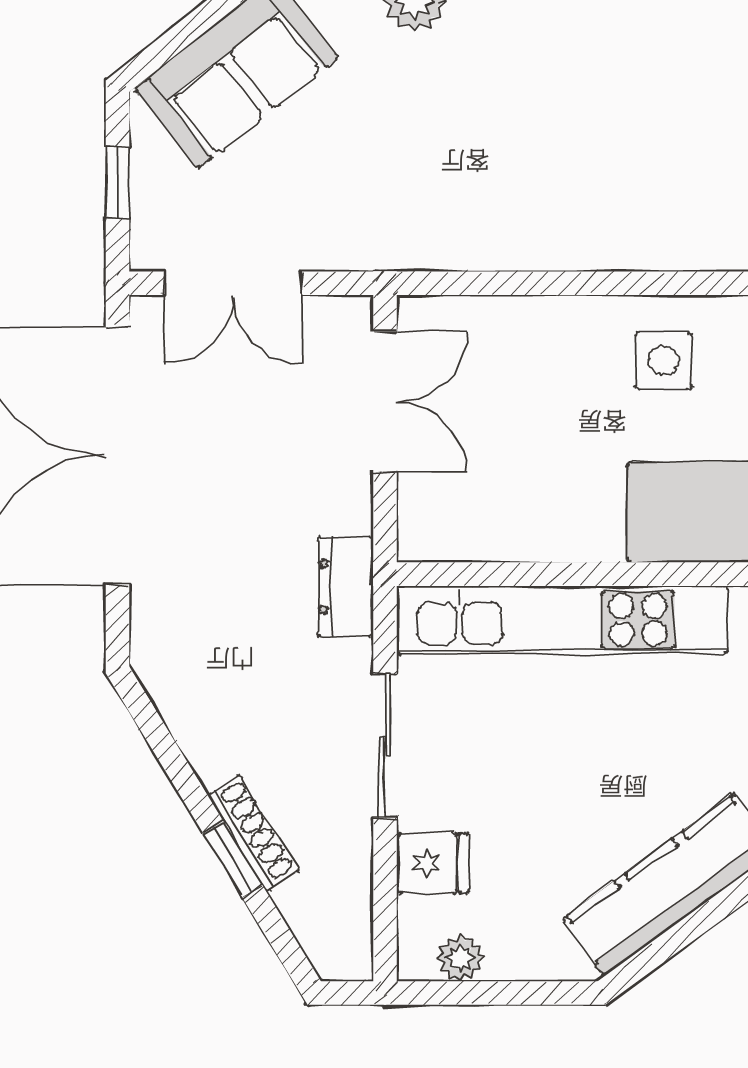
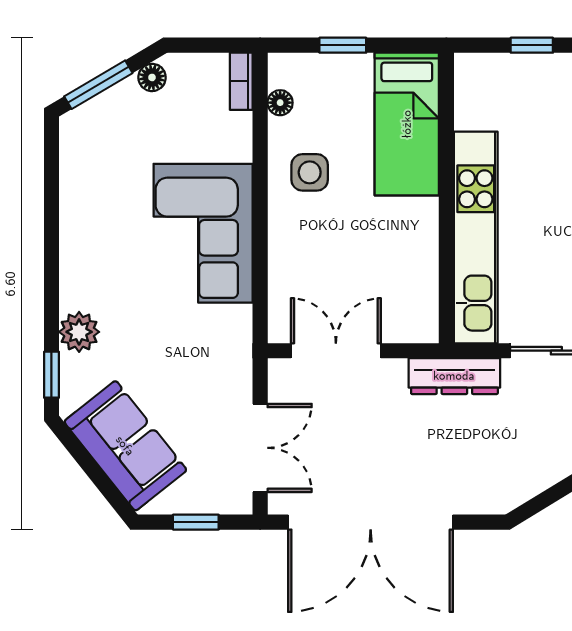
corner sofa: (568, 194) -> (203, 233), added
dresser: (345, 587) -> (454, 376), width x1.44

